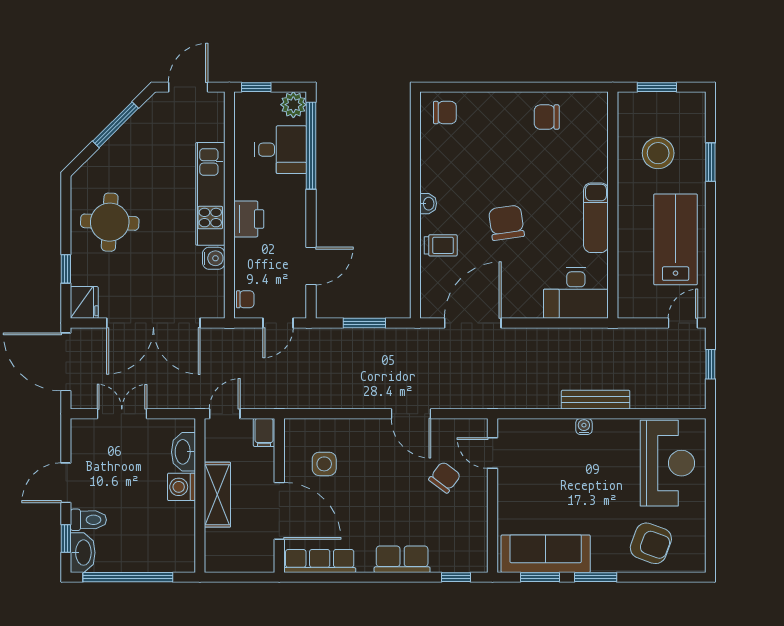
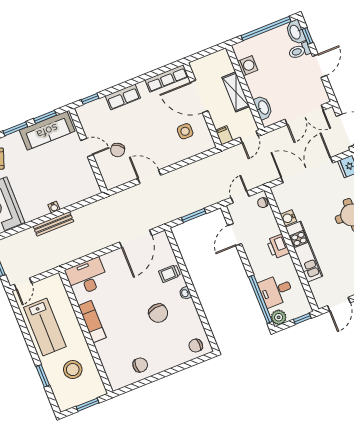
chair: (506, 223) -> (158, 313), moved
double door: (122, 414) -> (304, 115), width x1.37
door: (493, 453) -> (87, 148), moved
washing machine: (181, 487) -> (248, 66), moved

